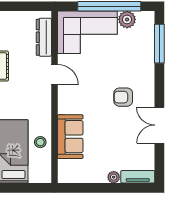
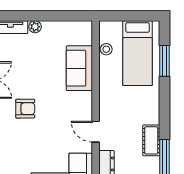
stool: (40, 142) -> (106, 49), moved

